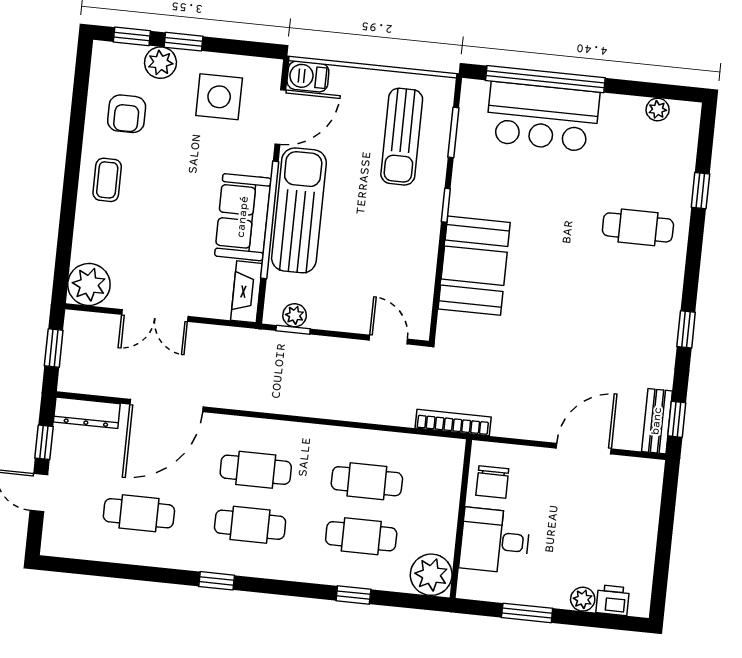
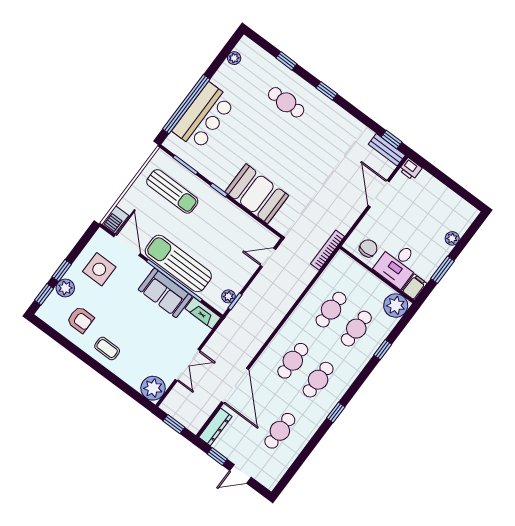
cafe table: (638, 227) -> (286, 102), turned 90
window: (686, 329) -> (327, 91), moved
chair: (492, 482) -> (368, 248), turned -90
filing cabinet: (476, 586) -> (414, 287), added
printer: (613, 600) -> (410, 169), moved, turned -90

